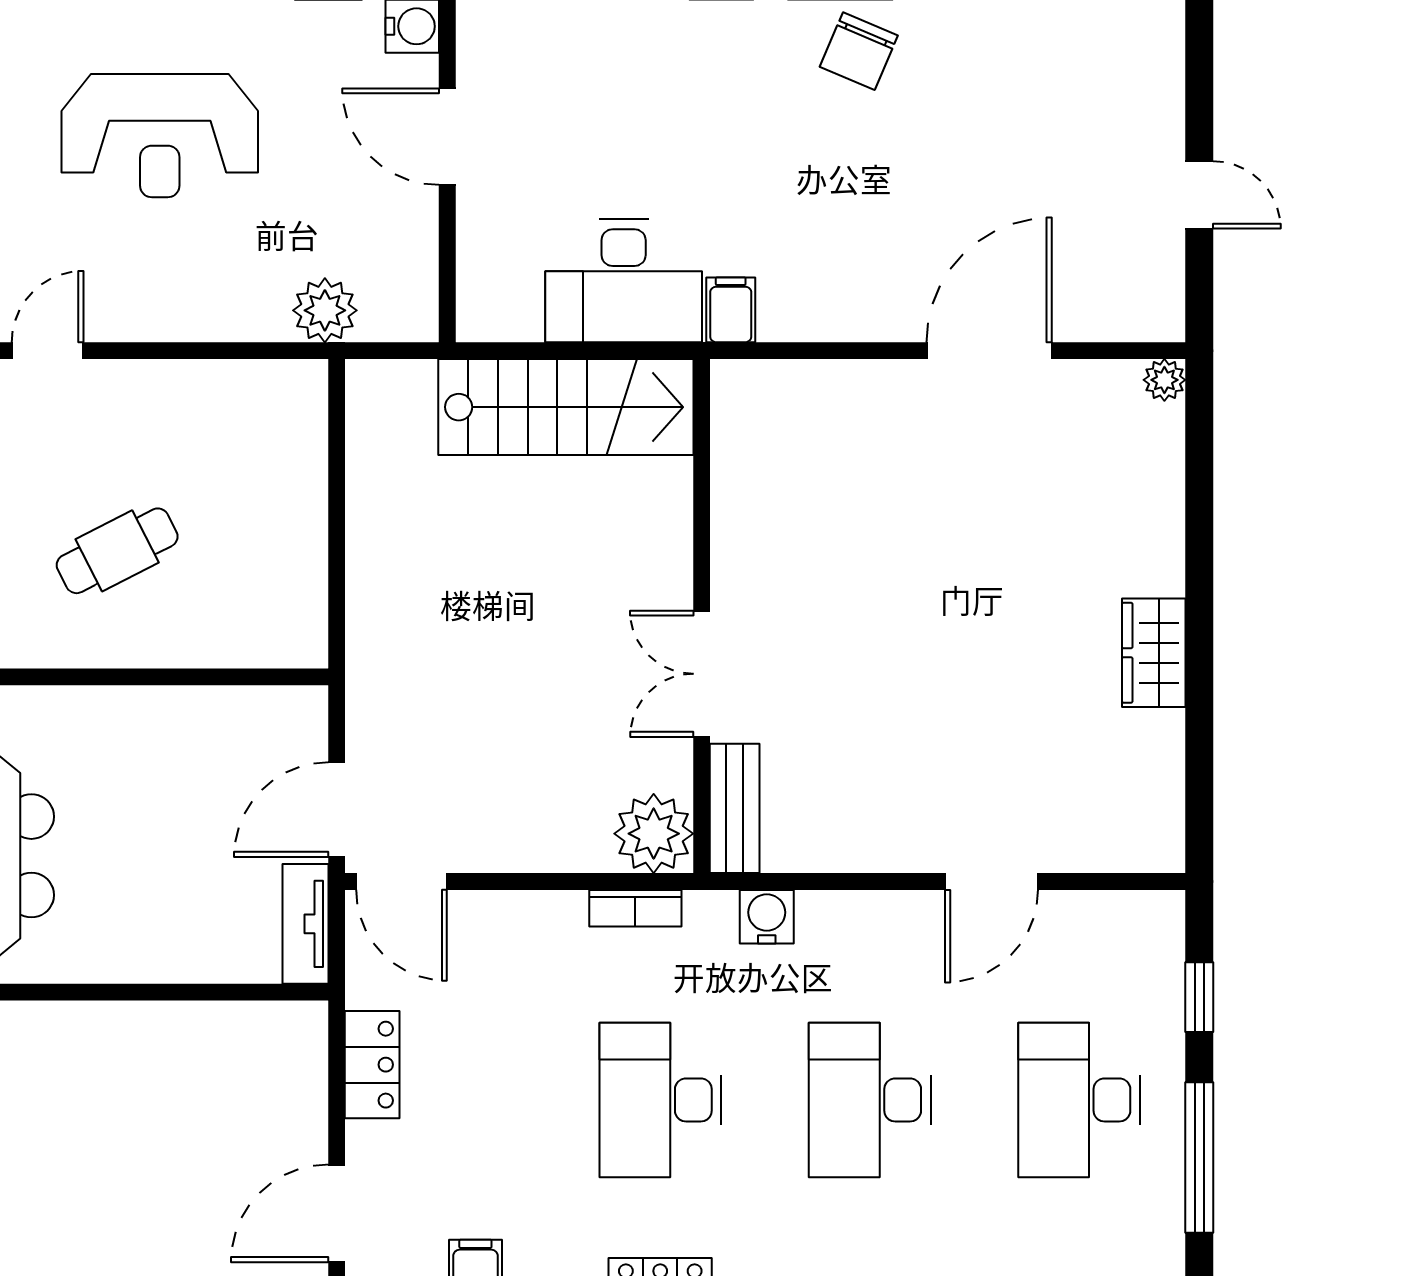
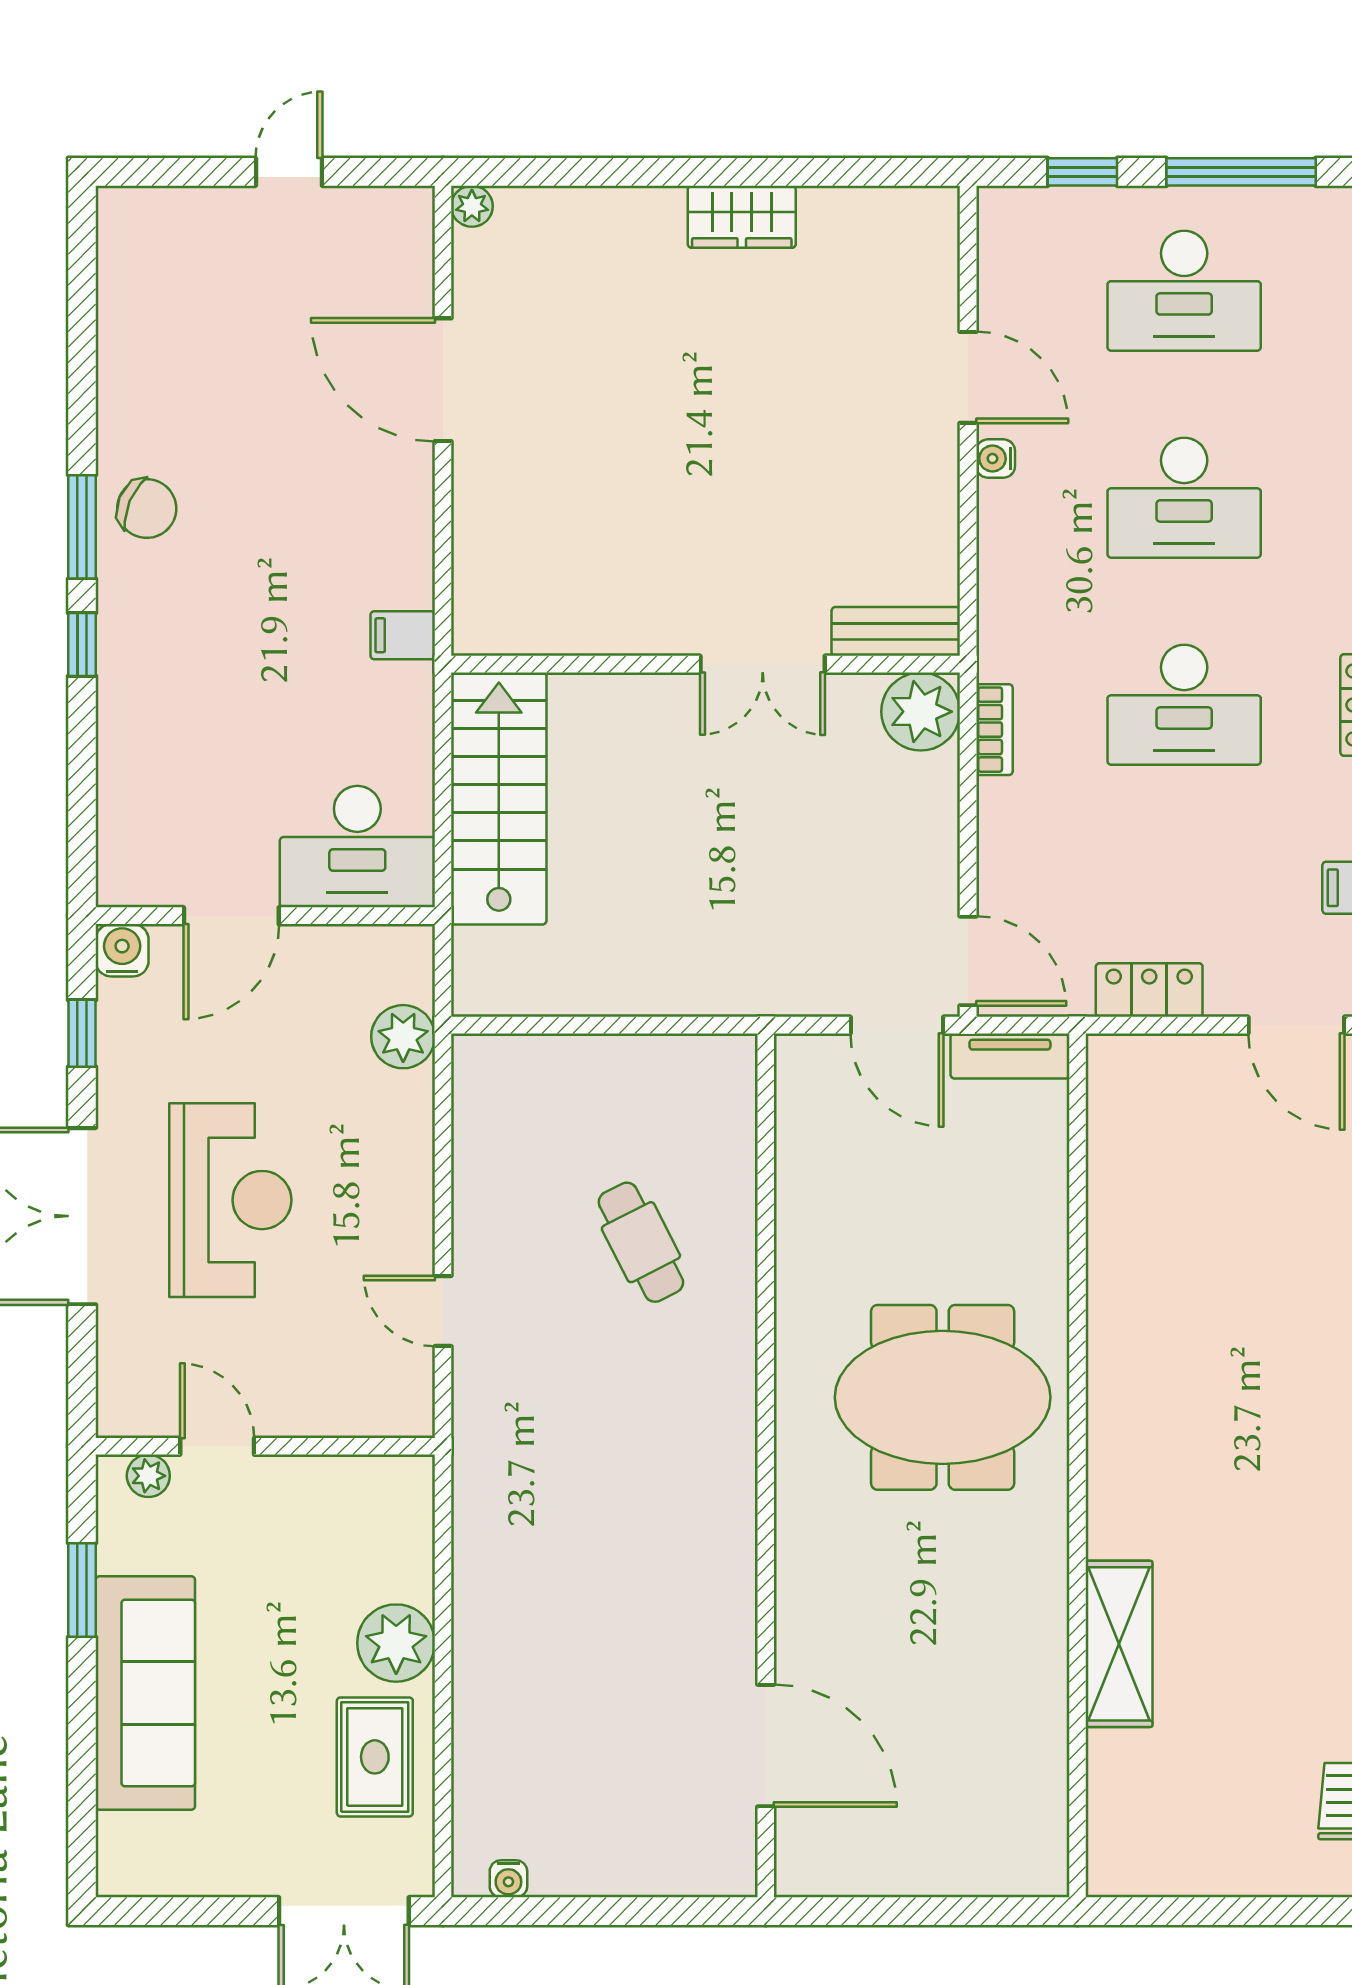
desk: (624, 281) -> (357, 847), moved, turned 90
door: (401, 882) -> (968, 961), hinge flipped
water cooler: (767, 917) -> (996, 459), moved, width x0.72, depth x0.72

